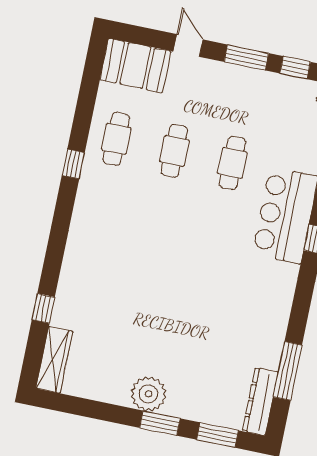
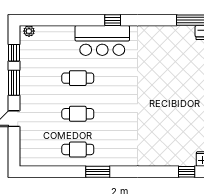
booth: (135, 65) -> (32, 147), removed
window: (73, 164) -> (98, 172), width x1.50

